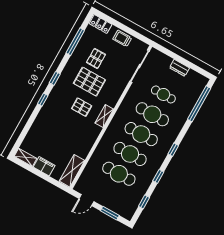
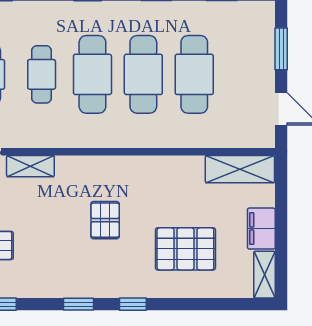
pallet: (89, 82) -> (185, 249), moved, turned 90
cafe table: (152, 114) -> (42, 74), width x0.73, depth x0.74
shelving: (104, 116) -> (30, 166), moved

